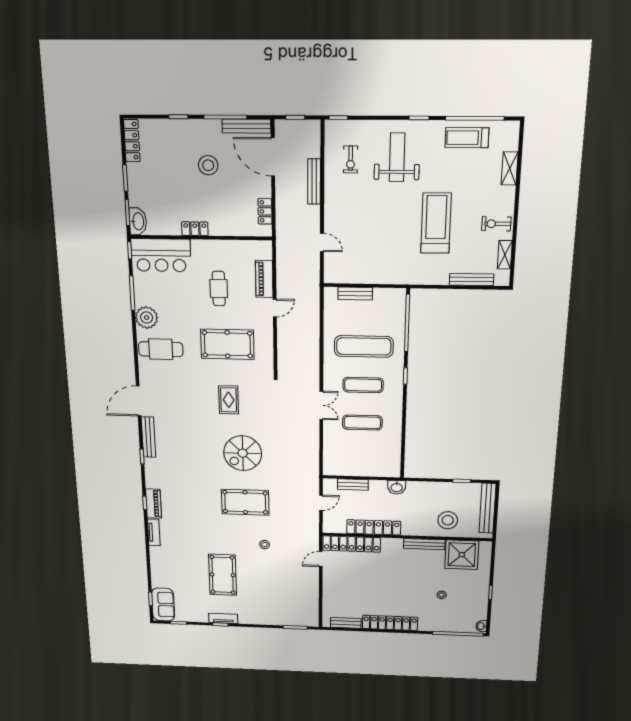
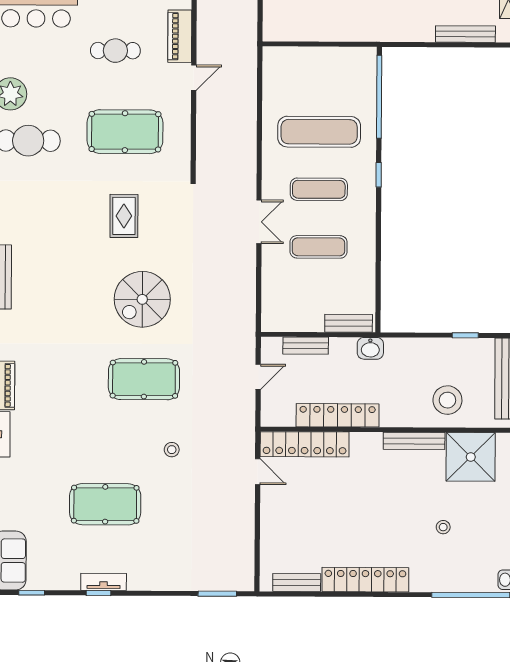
cafe table: (219, 289) -> (115, 51), turned 90
bench: (355, 294) -> (349, 323), moved
door: (321, 559) -> (258, 472), swing flipped
pool table: (223, 575) -> (105, 504), turned 90

